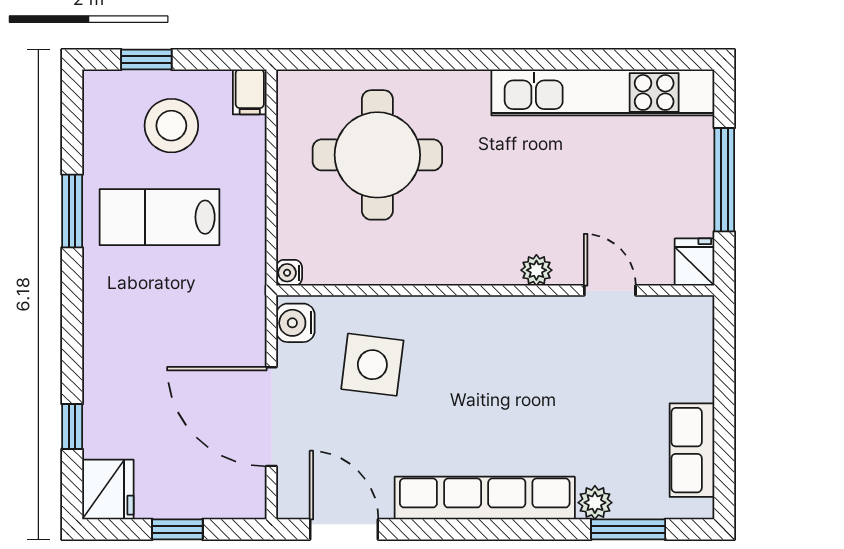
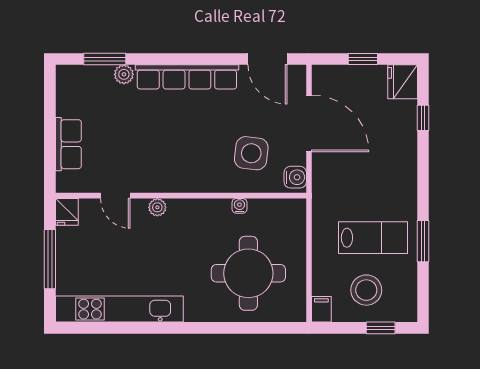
water cooler: (289, 273) -> (239, 206), moved, turned -90
row of seats: (692, 450) -> (68, 144), moved

